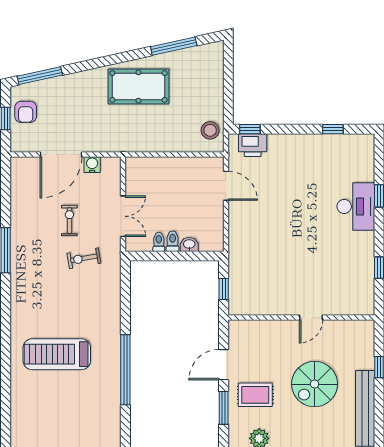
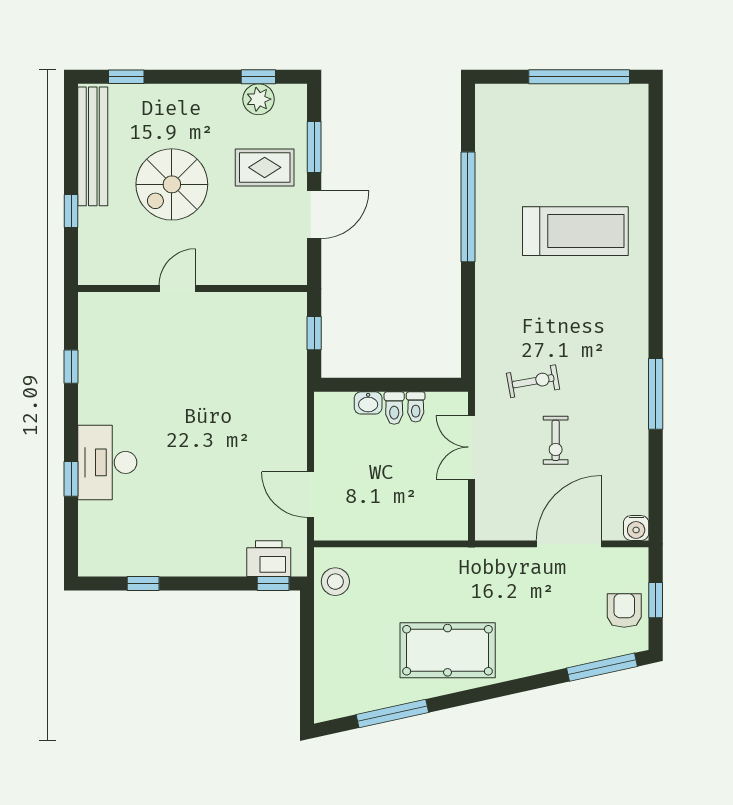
water cooler: (92, 165) -> (636, 528), moved
spiral stairs: (315, 384) -> (172, 184), turned 180

